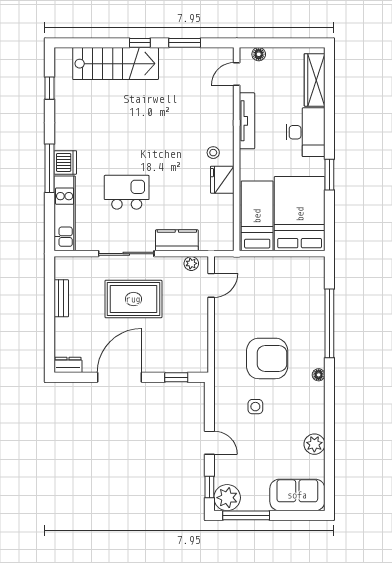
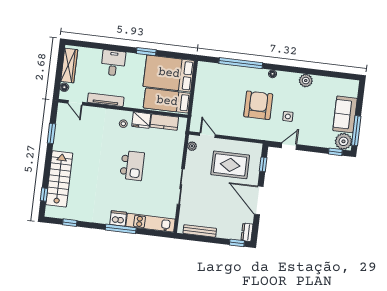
window: (140, 43) -> (44, 194), moved
wardrobe: (315, 80) -> (69, 65), moved, turned -90
desk: (306, 132) -> (113, 63), width x0.73
kitchen island: (127, 192) -> (132, 166), moved, turned 180
kitchen counter: (177, 240) -> (164, 122), moved, turned -90
bench: (61, 298) -> (200, 231), width x1.36
rug: (133, 299) -> (230, 165), moved, turned 90
window: (49, 351) -> (237, 243), added
door: (209, 443) -> (289, 146), moved
plant: (314, 444) -> (306, 81), moved
sofa: (297, 495) -> (345, 114), moved

